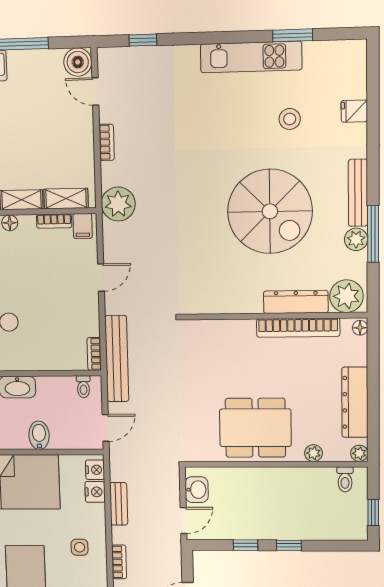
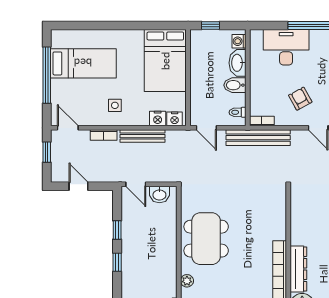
armchair: (62, 302) -> (300, 99), added
bidet: (39, 435) -> (235, 85), moved, turned 180
bench: (119, 504) -> (143, 136), width x1.36

